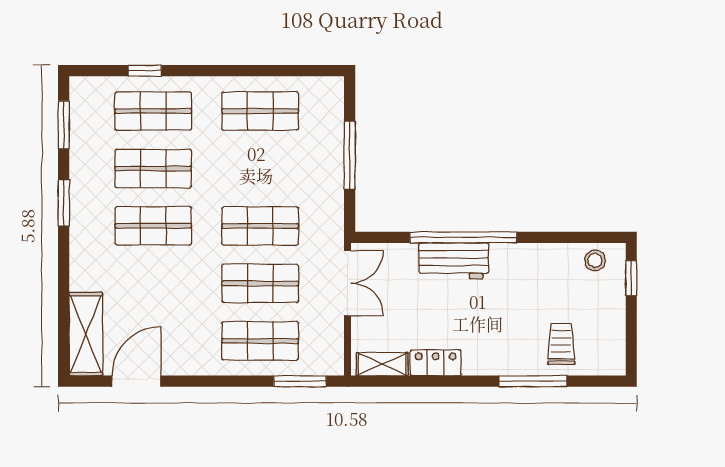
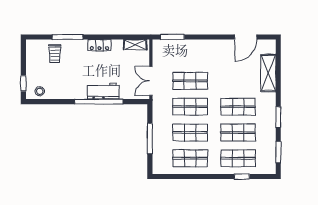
shelving: (86, 334) -> (268, 73), moved
shop shelf: (260, 341) -> (190, 133), moved
locker: (436, 363) -> (99, 45), moved

